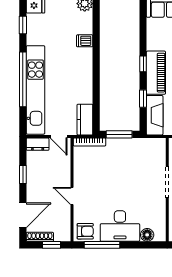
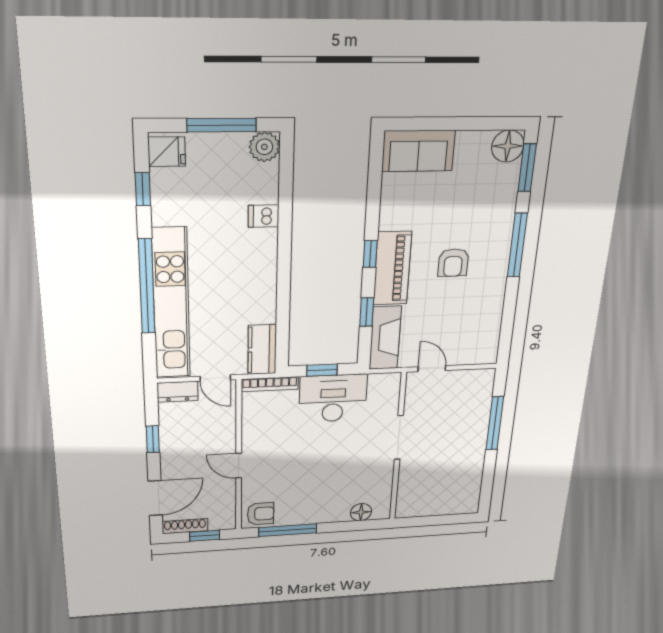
window: (119, 134) -> (322, 370), width x0.67
desk: (120, 226) -> (333, 398), moved, turned 180

